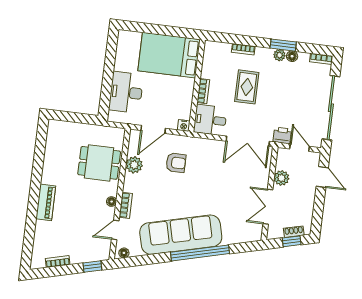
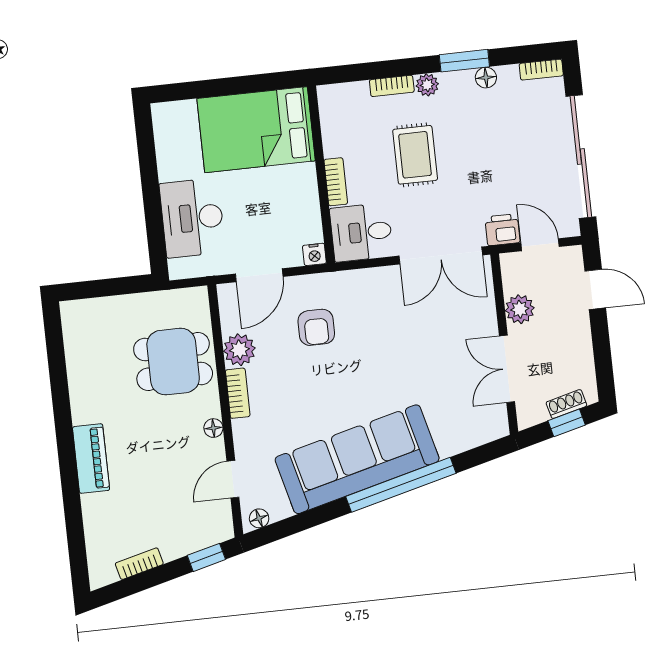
plant: (279, 55) -> (427, 85), moved
armchair: (176, 163) -> (316, 327), turned 90
bookcase: (126, 205) -> (238, 393), moved

